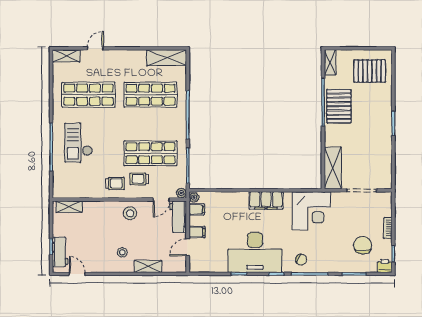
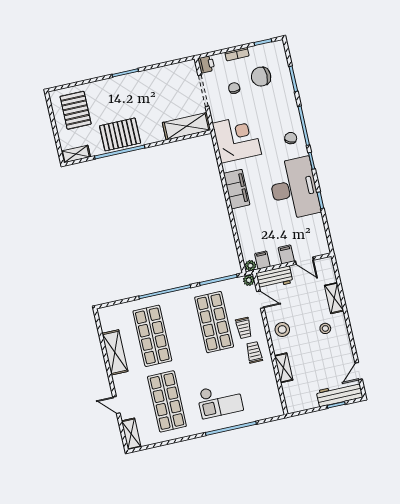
shelving: (167, 58) -> (115, 352), moved
shelving: (69, 207) -> (284, 368), moved
chair: (358, 219) -> (234, 88), added
workbench: (60, 252) -> (339, 394), width x1.37
printer: (385, 266) -> (206, 64), moved, turned 180

